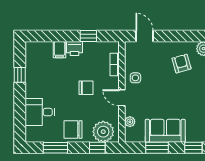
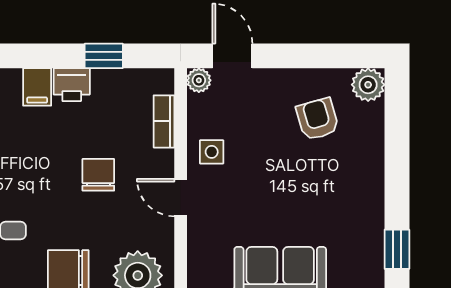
chair: (86, 88) -> (98, 175), turned -90
plant: (130, 122) -> (199, 80), moved

